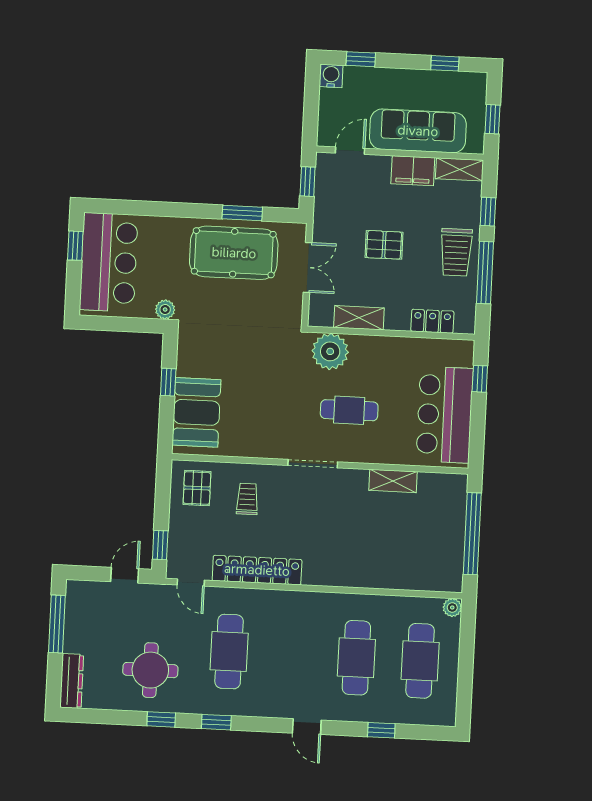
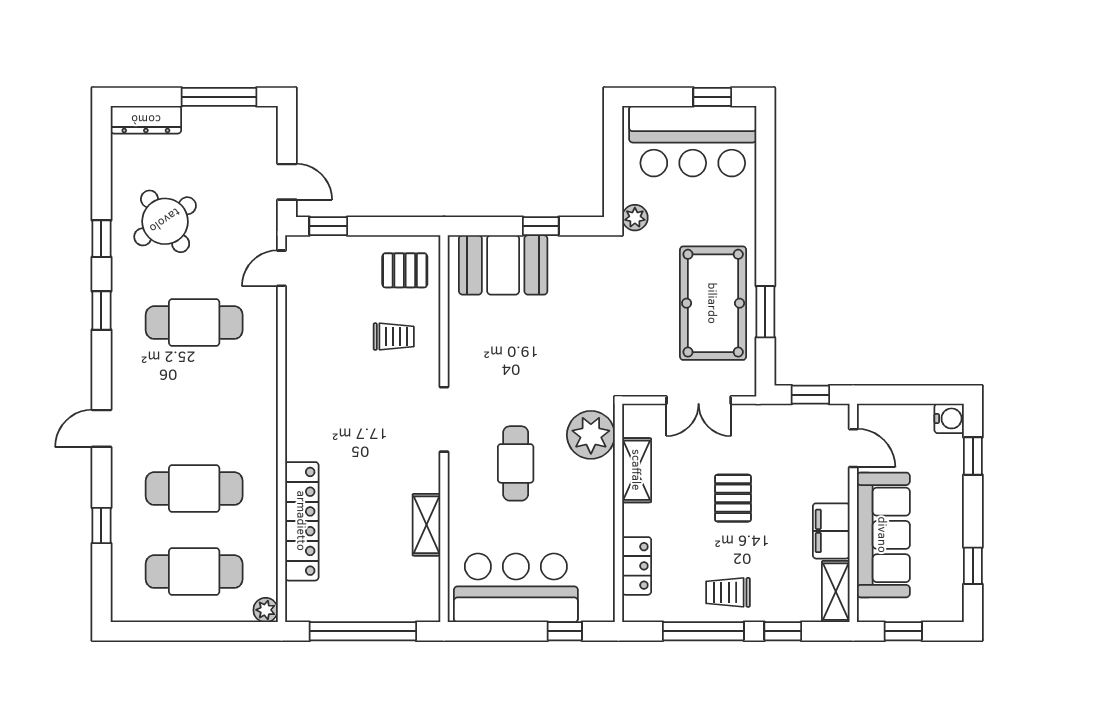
trolley: (456, 252) -> (728, 592), width x0.73, depth x0.72
locker: (257, 570) -> (302, 521), moved
round table: (150, 670) -> (165, 221), turned -35

